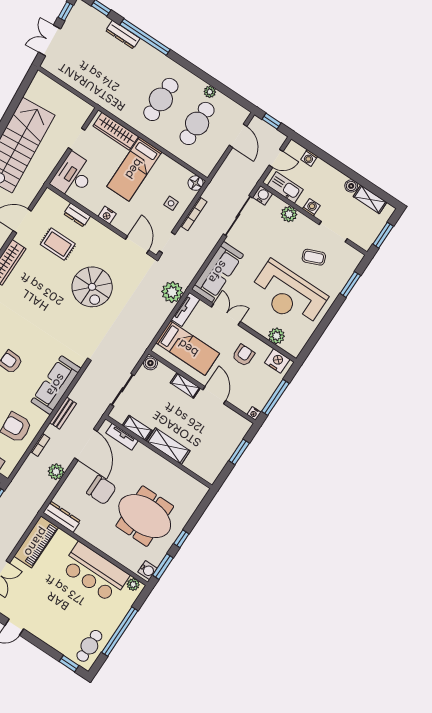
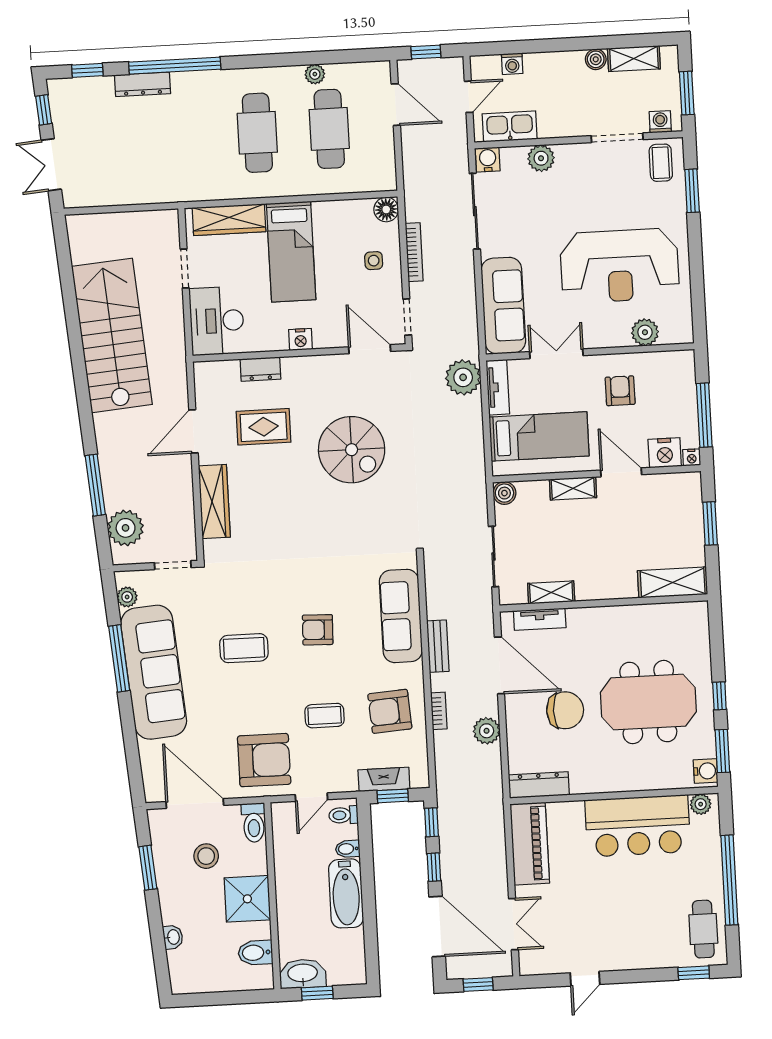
washing machine: (311, 207) -> (660, 122), moved
coffee table: (314, 257) -> (661, 163), moved, turned -68
nightstand: (277, 361) -> (665, 453), moved, turned 180
shelving: (168, 446) -> (673, 582), moved

